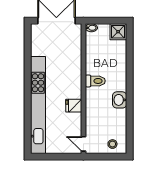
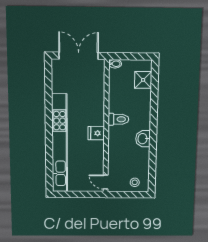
shower: (118, 32) -> (143, 80), moved
fridge: (74, 106) -> (96, 133), moved

